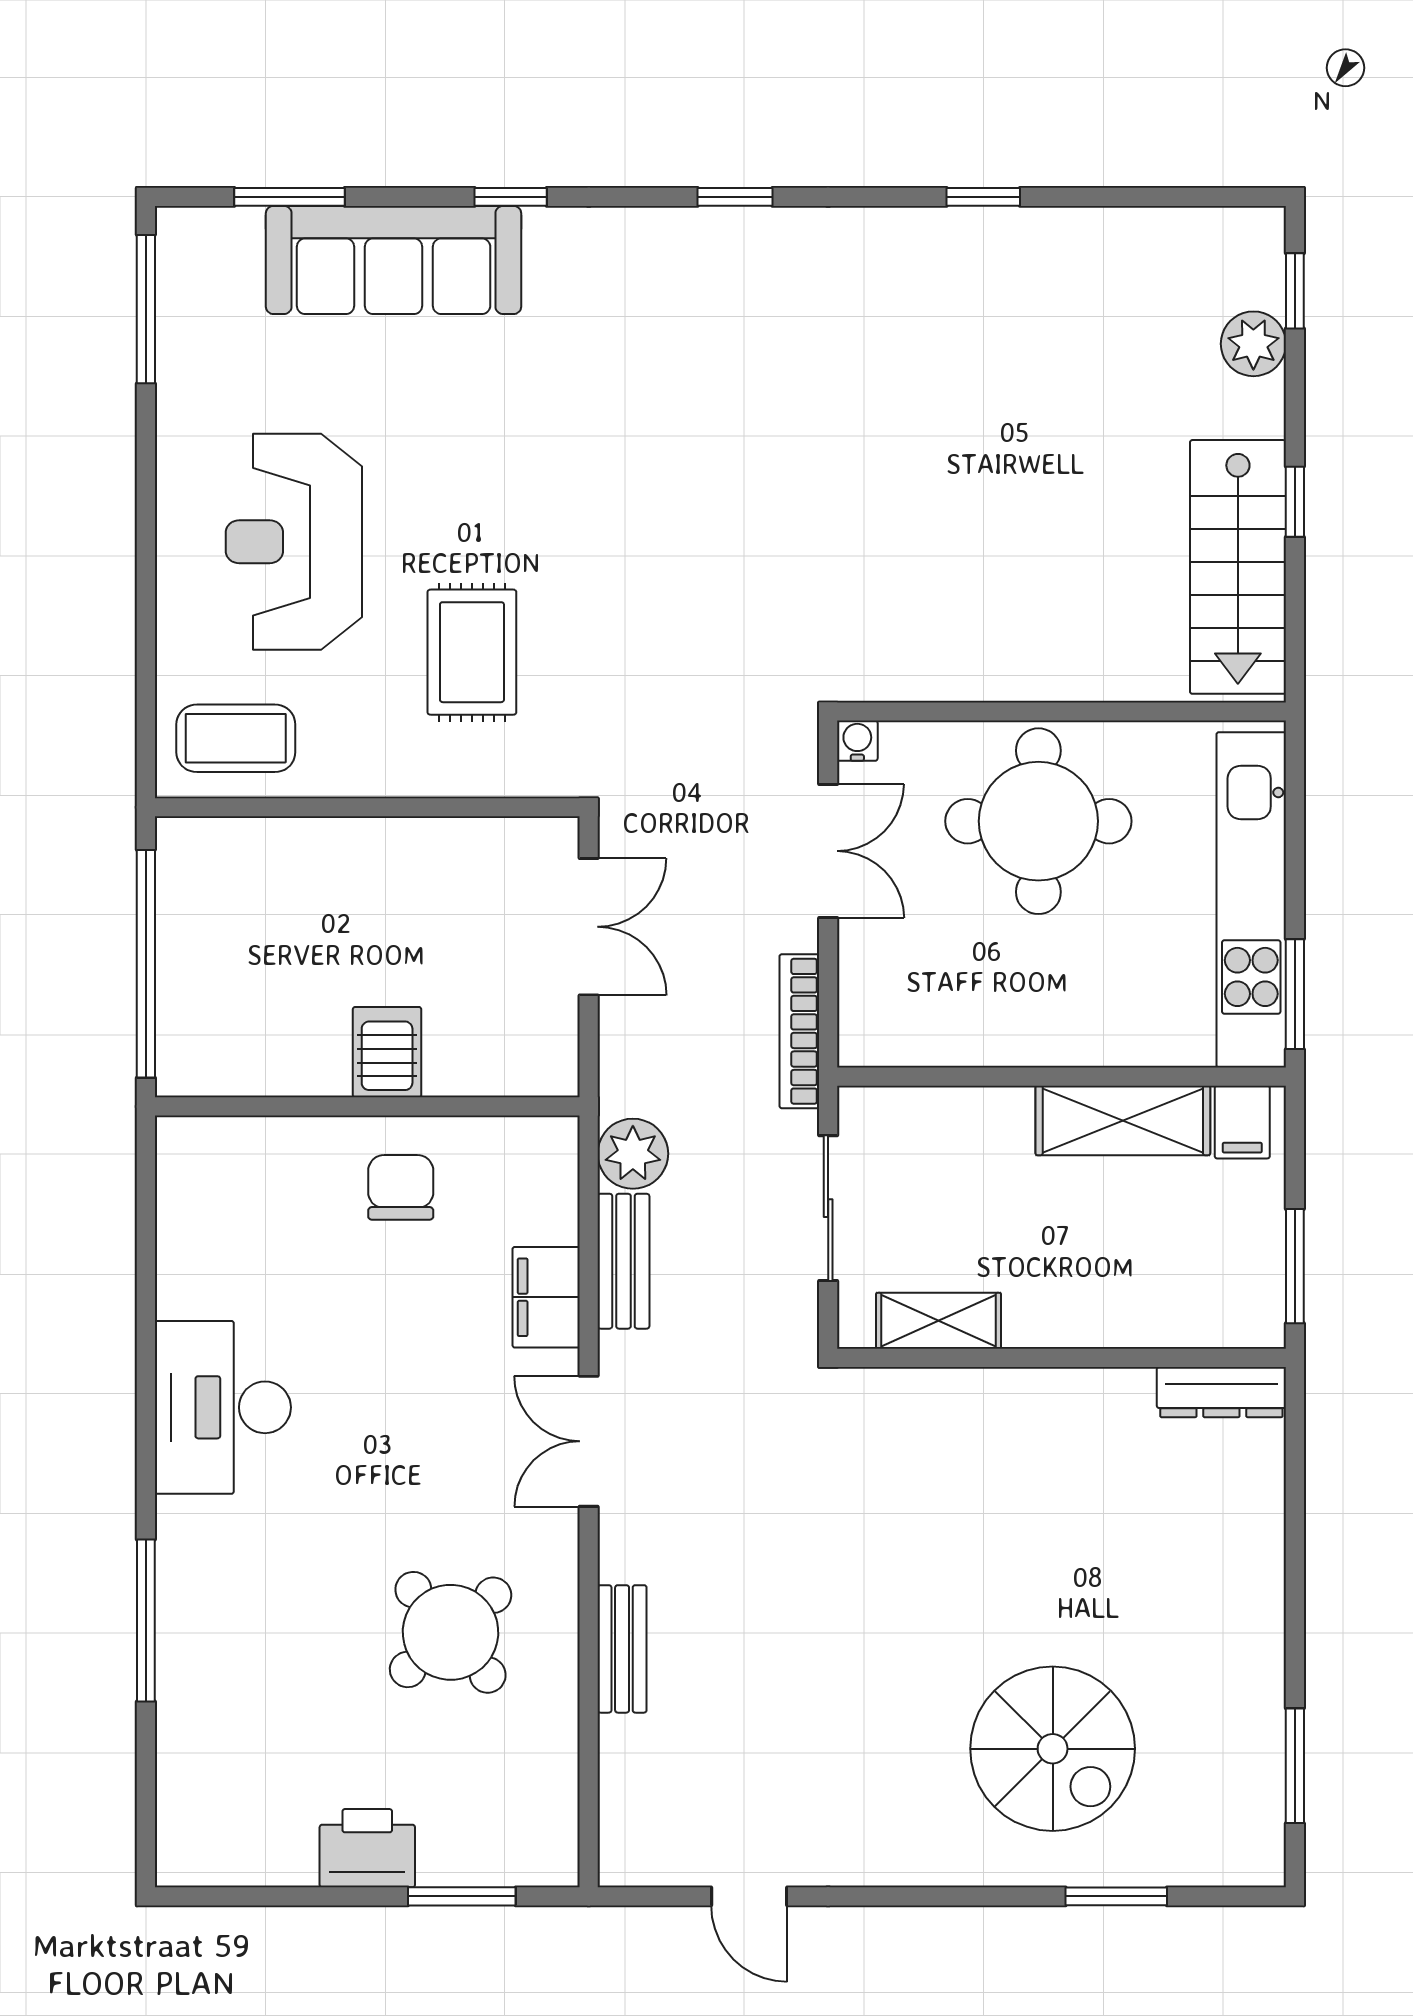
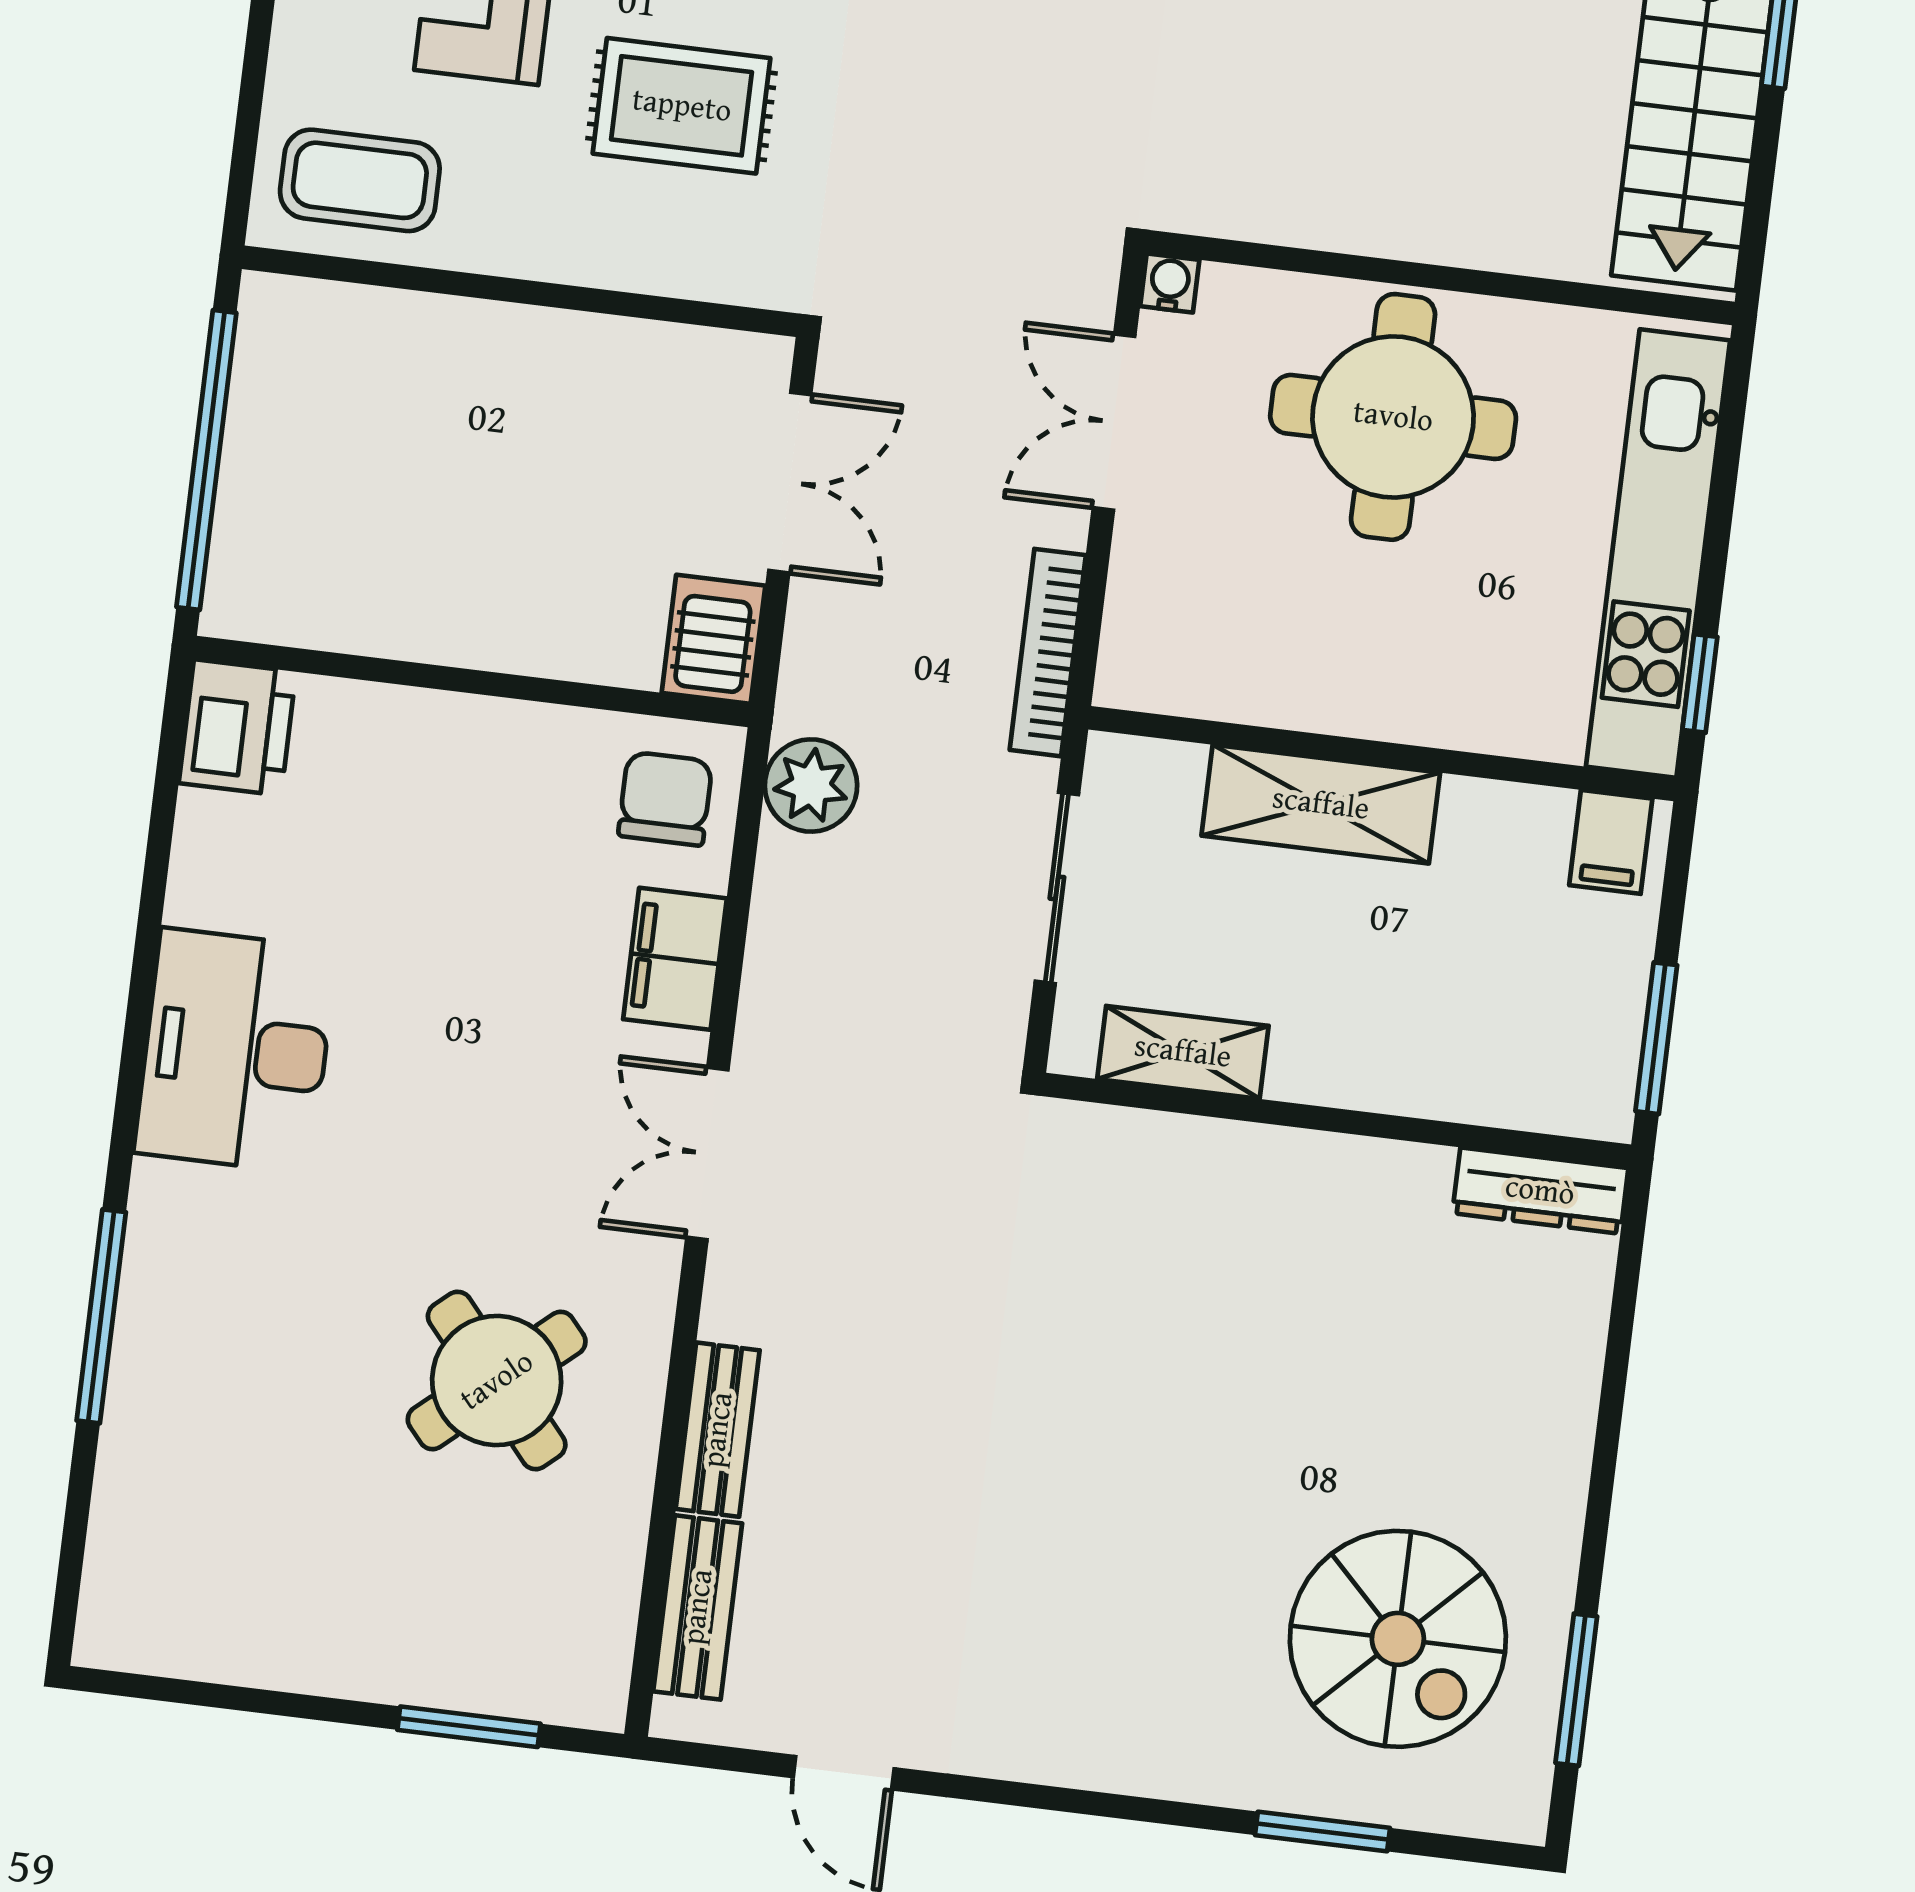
rug: (472, 652) -> (682, 106), turned 90
double door: (828, 851) -> (1114, 422), swing flipped
window: (1295, 994) -> (1700, 683), width x0.67
server rack: (387, 1052) -> (713, 639), moved
shelving: (1123, 1120) -> (1321, 804), moved
chair: (401, 1187) -> (665, 799), moved
bench: (623, 1261) -> (698, 1607), moved
spiral stairs: (1053, 1749) -> (1398, 1639), moved
printer: (367, 1848) -> (237, 727), moved, turned 90

